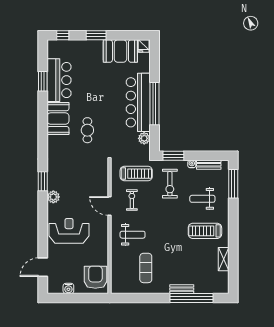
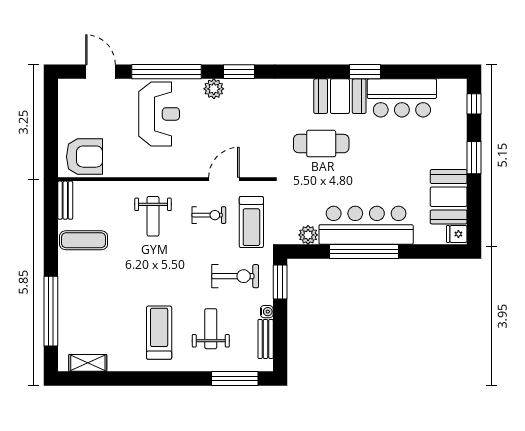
window: (43, 81) -> (365, 72), moved
cafe table: (87, 130) -> (321, 144), width x1.37, depth x1.35
exercise bike: (170, 184) -> (235, 276), turned 180
door: (110, 206) -> (224, 179), moved
window: (43, 226) -> (166, 72), added
shelving: (224, 259) -> (88, 363), moved
exercise mat: (146, 268) -> (84, 240), moved
water cooler: (68, 288) -> (66, 113), removed
bench: (182, 289) -> (65, 200), moved

